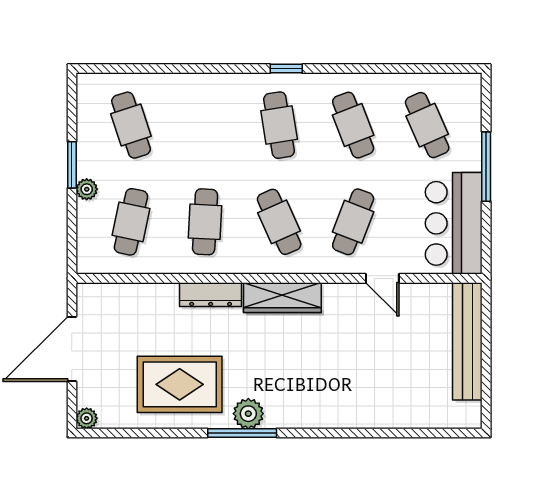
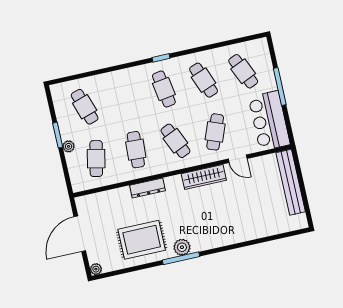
wardrobe: (282, 298) -> (204, 177), moved

